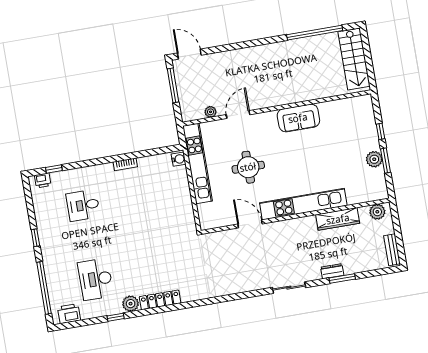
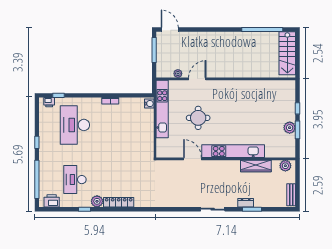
sofa: (298, 118) -> (240, 89), removed
desk: (83, 205) -> (75, 125), width x1.87, depth x1.30

